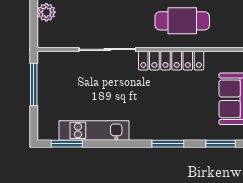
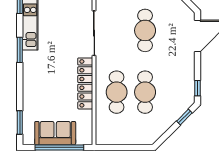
window: (168, 144) -> (20, 50), moved

